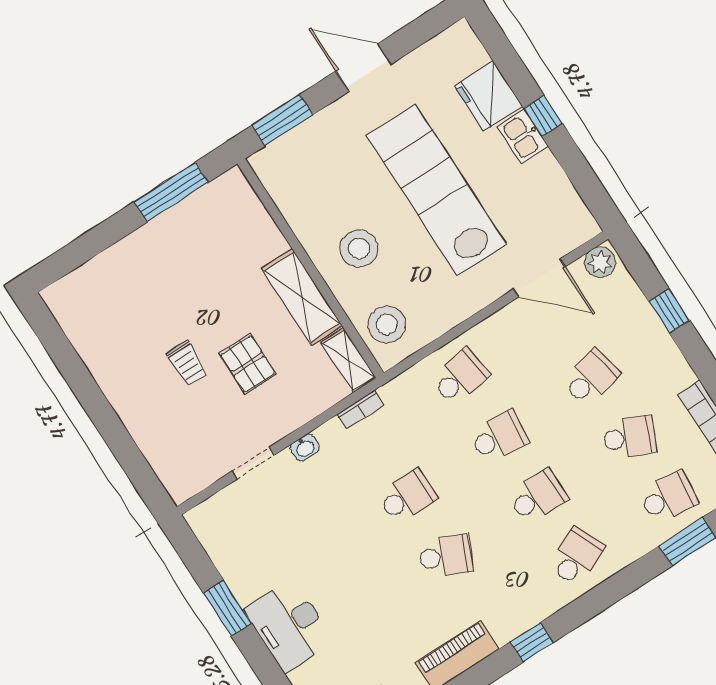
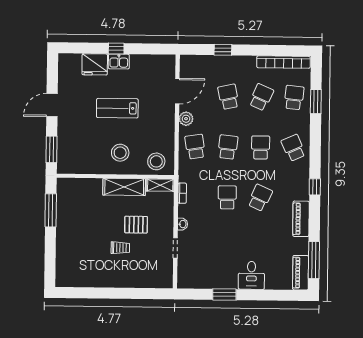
lab bench: (436, 190) -> (117, 108), width x0.54, depth x0.72
plant: (600, 262) -> (186, 119), moved
desk: (289, 625) -> (251, 275), width x0.73

